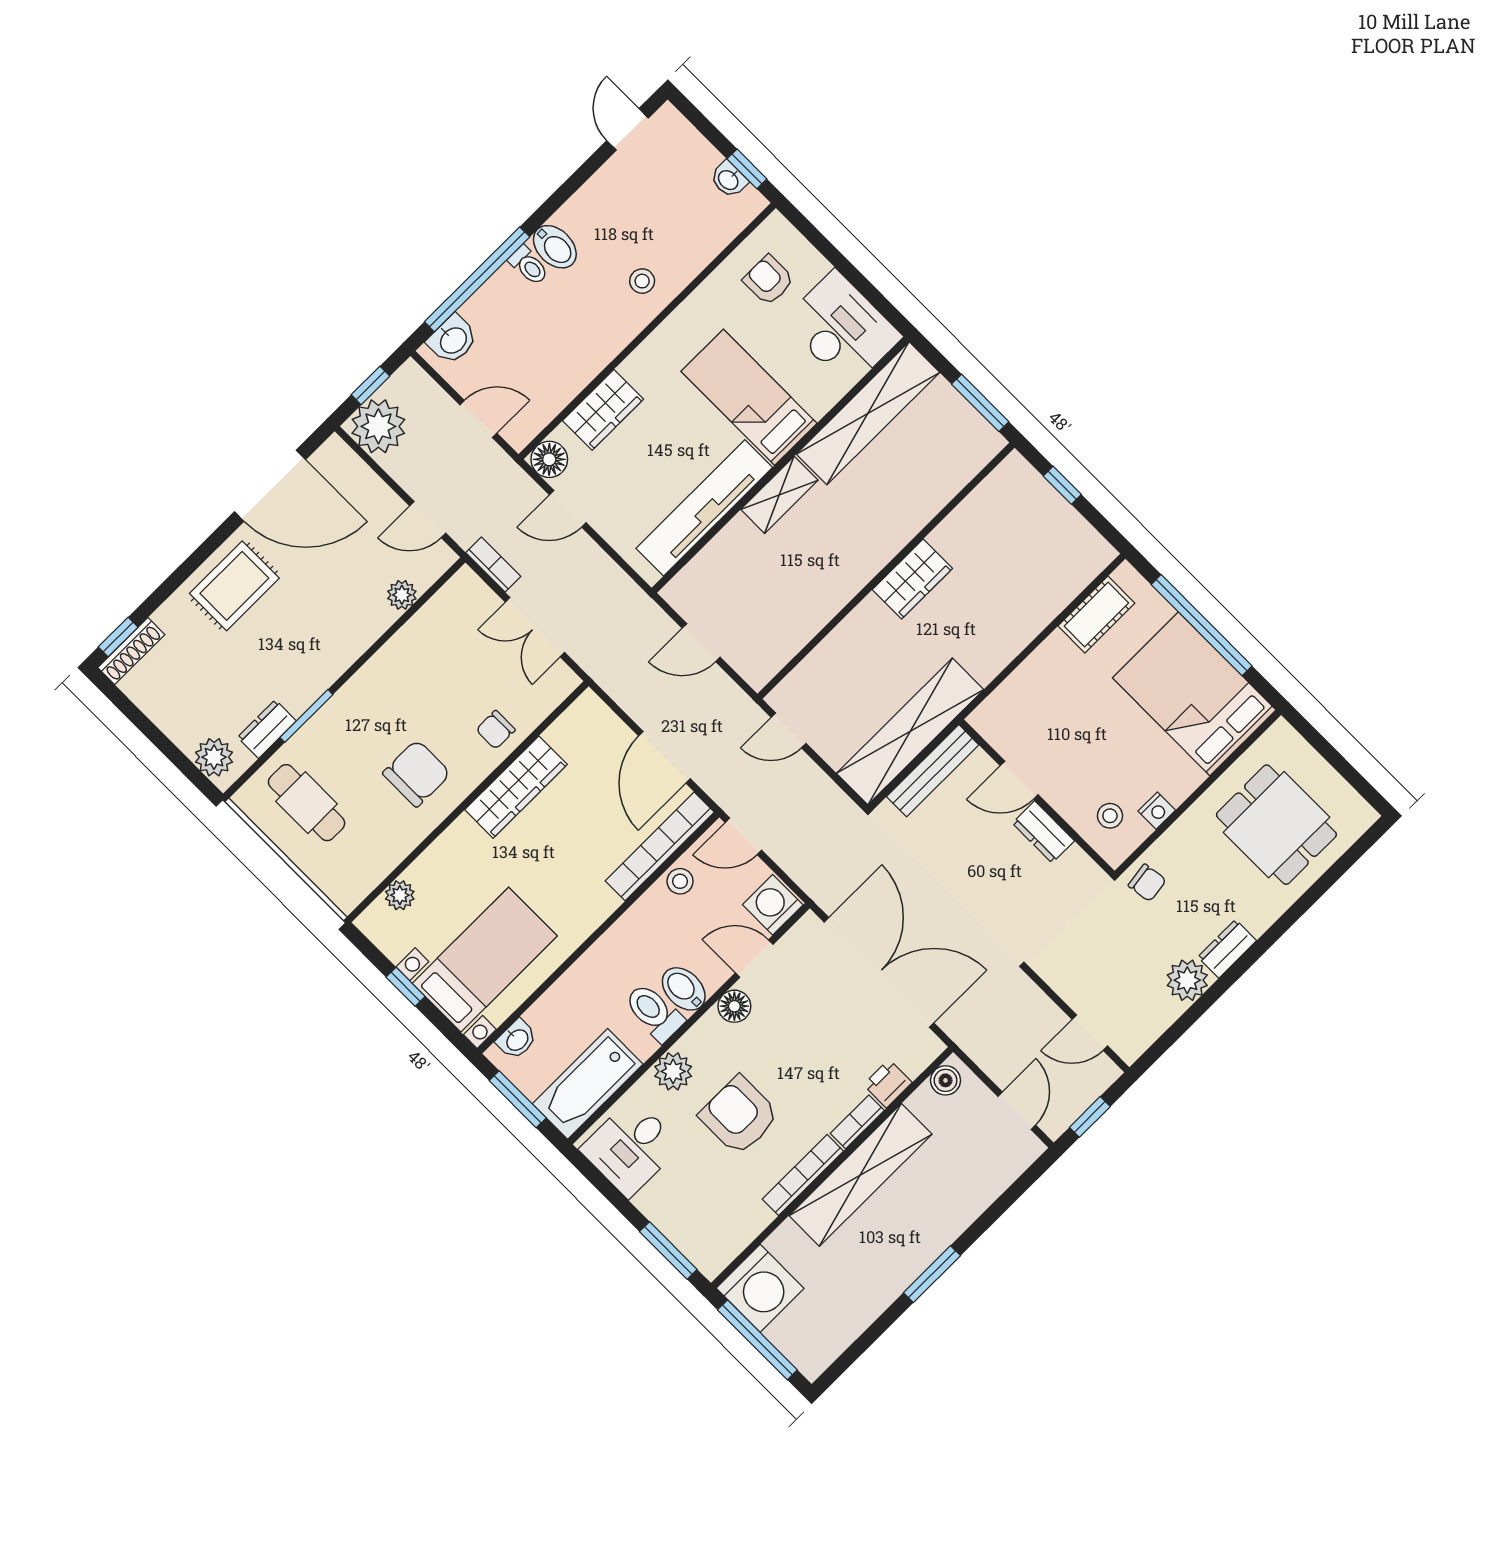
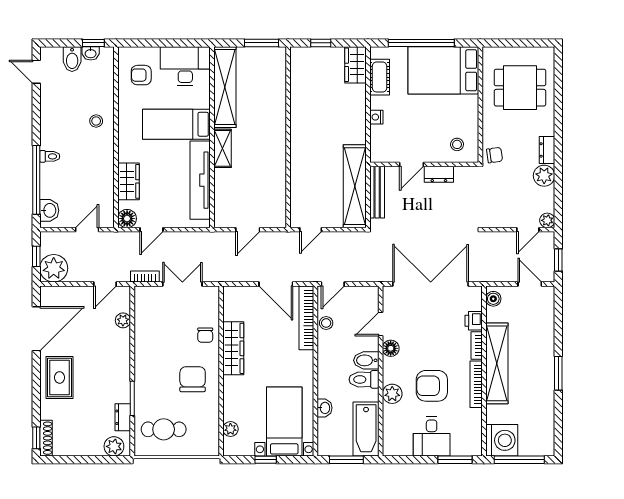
bidet: (555, 247) -> (72, 59), moved, turned 90
wardrobe: (912, 579) -> (356, 65), moved, turned 180
double door: (535, 627) -> (182, 284), swing flipped
nightstand: (1157, 811) -> (376, 117), moved, turned 180
washing machine: (773, 905) -> (368, 298), removed
washbasin: (517, 1040) -> (325, 408), moved
plant: (1129, 1047) -> (547, 220), added
desk: (631, 1148) -> (432, 436), moved

